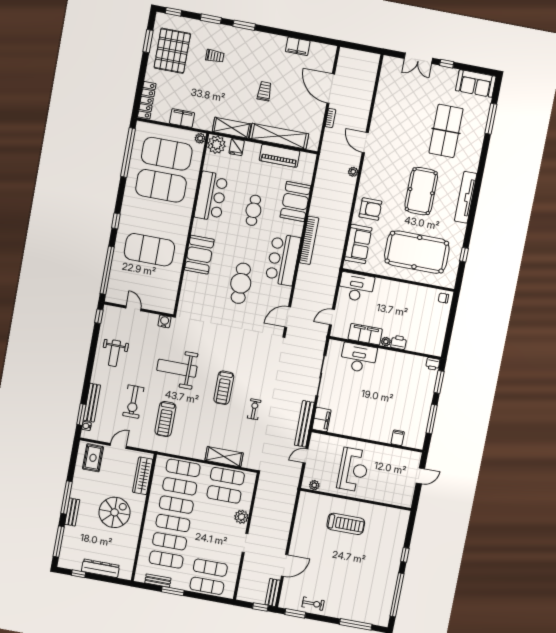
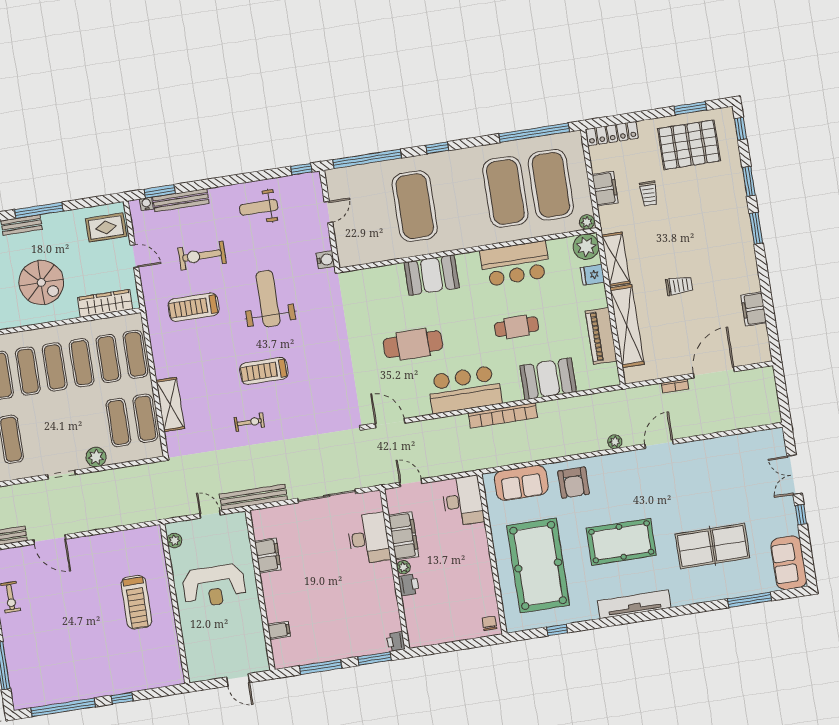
trolley: (215, 56) -> (649, 194), moved
filing cabinet: (322, 420) -> (268, 555), moved, turned -90

